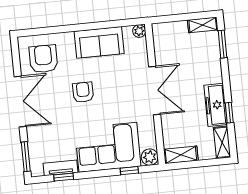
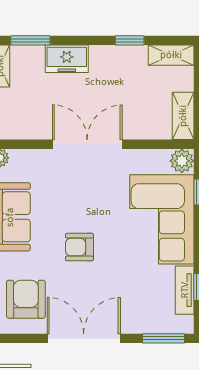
armchair: (43, 59) -> (26, 299), turned 90
freezer: (216, 105) -> (67, 59), moved, width x0.71

